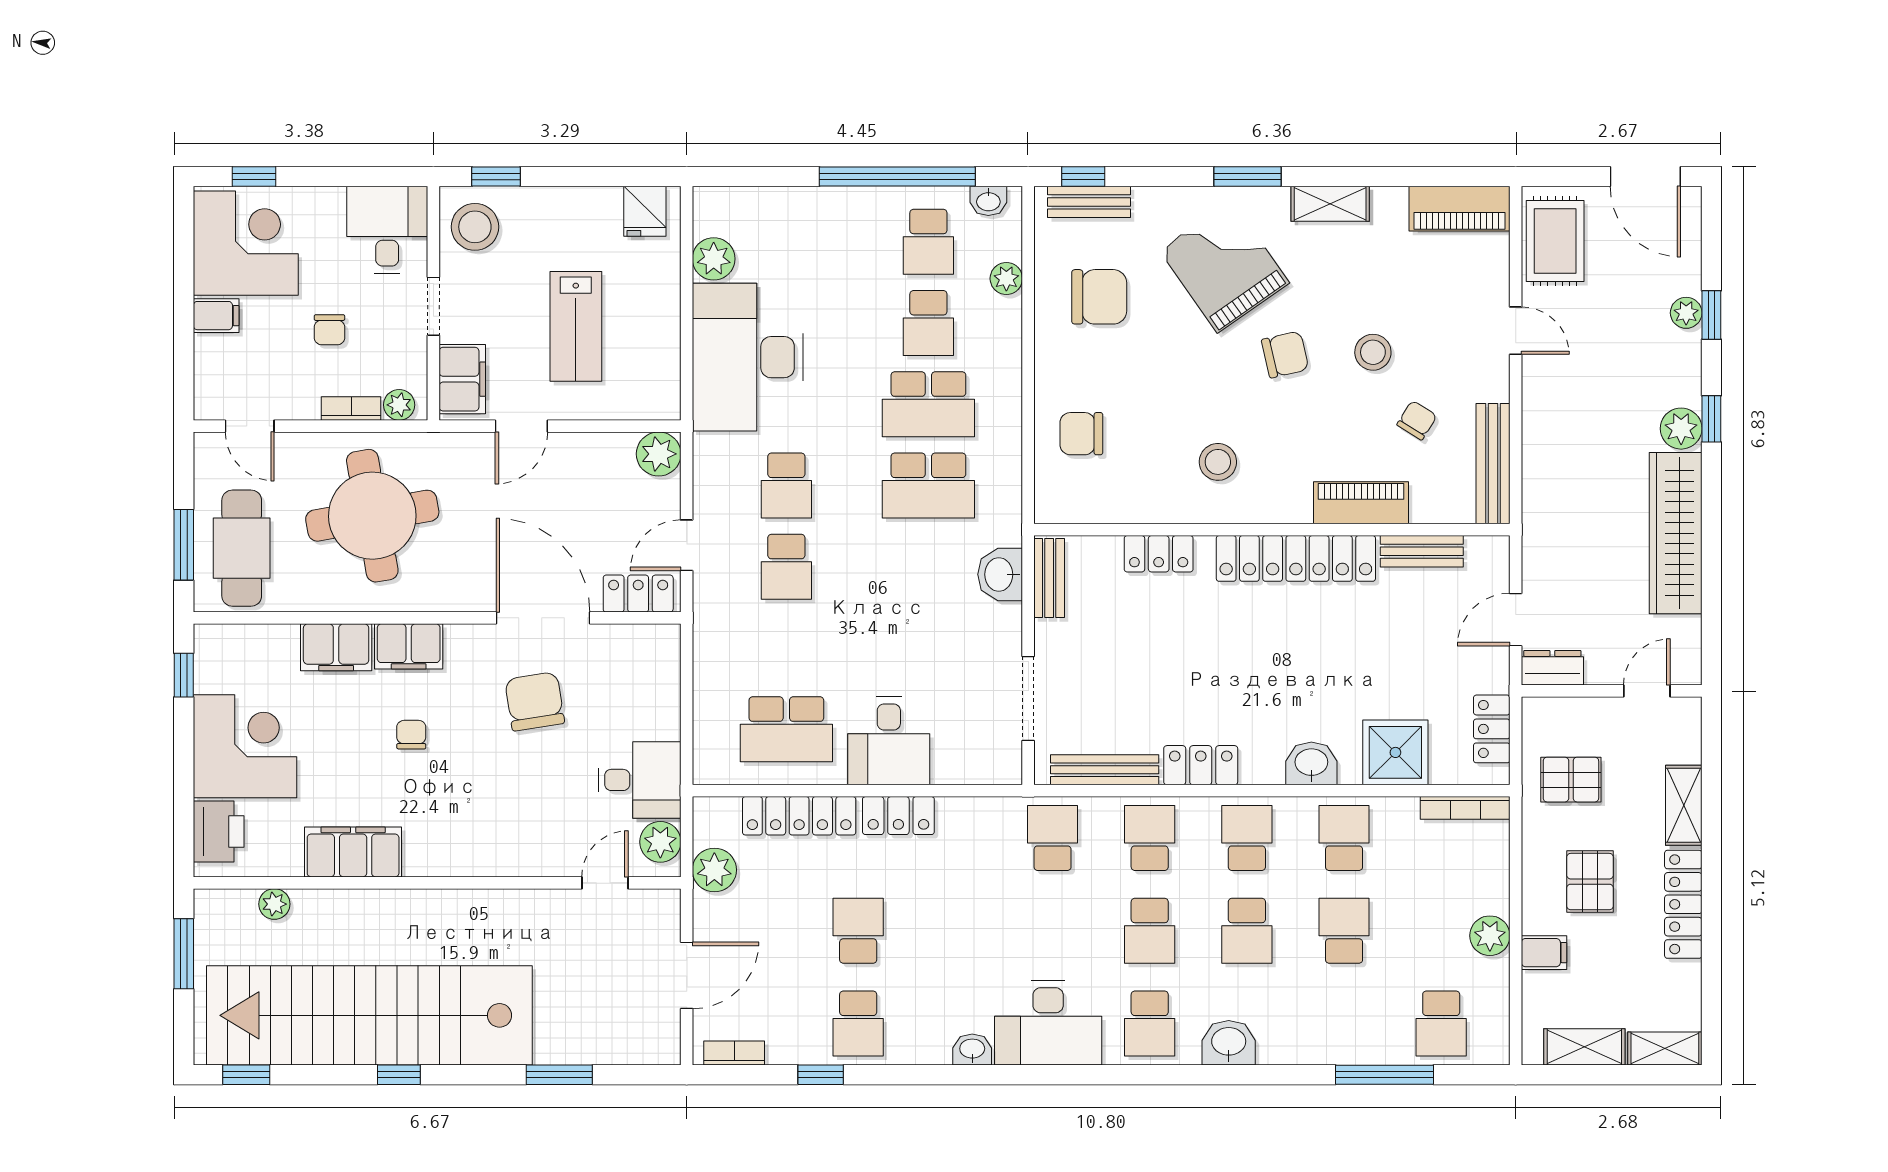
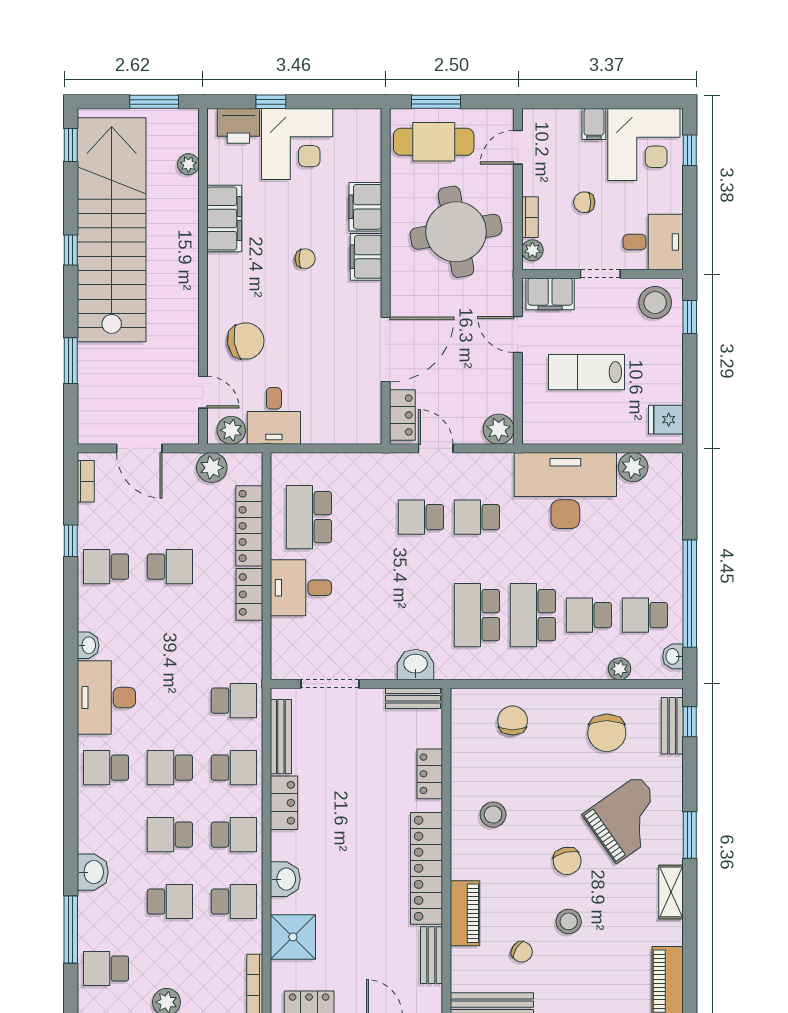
window: (184, 675) -> (271, 102), moved
chair: (535, 701) -> (246, 341), moved
washbasin: (1229, 1043) -> (93, 872), moved

